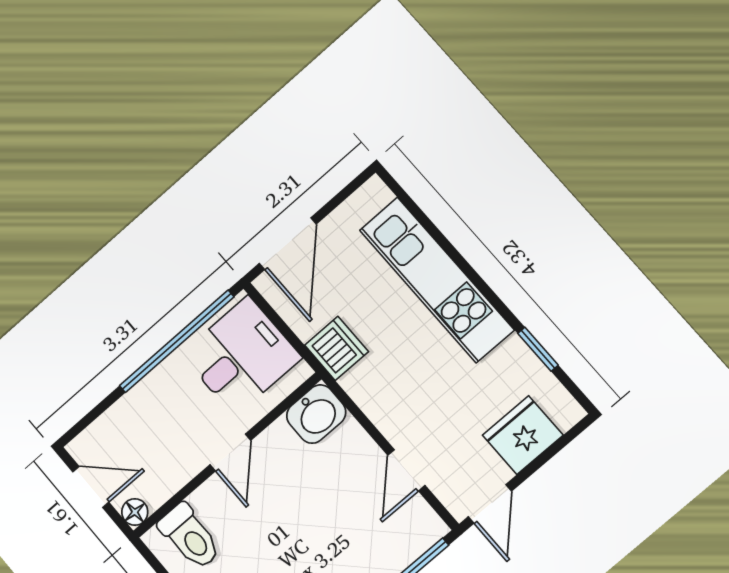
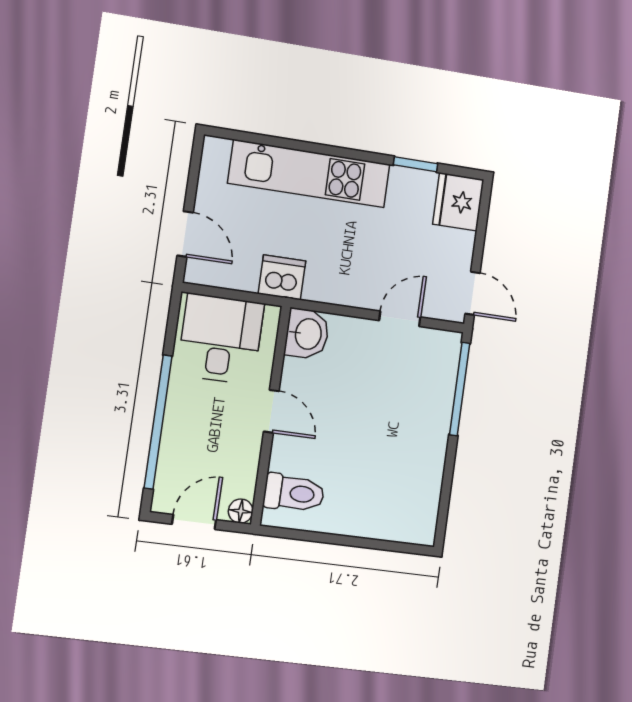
door: (288, 244) -> (185, 234), width x0.73
window: (177, 341) -> (158, 422), moved
fridge: (523, 435) -> (458, 202), moved
door: (406, 470) -> (400, 319), swing flipped

